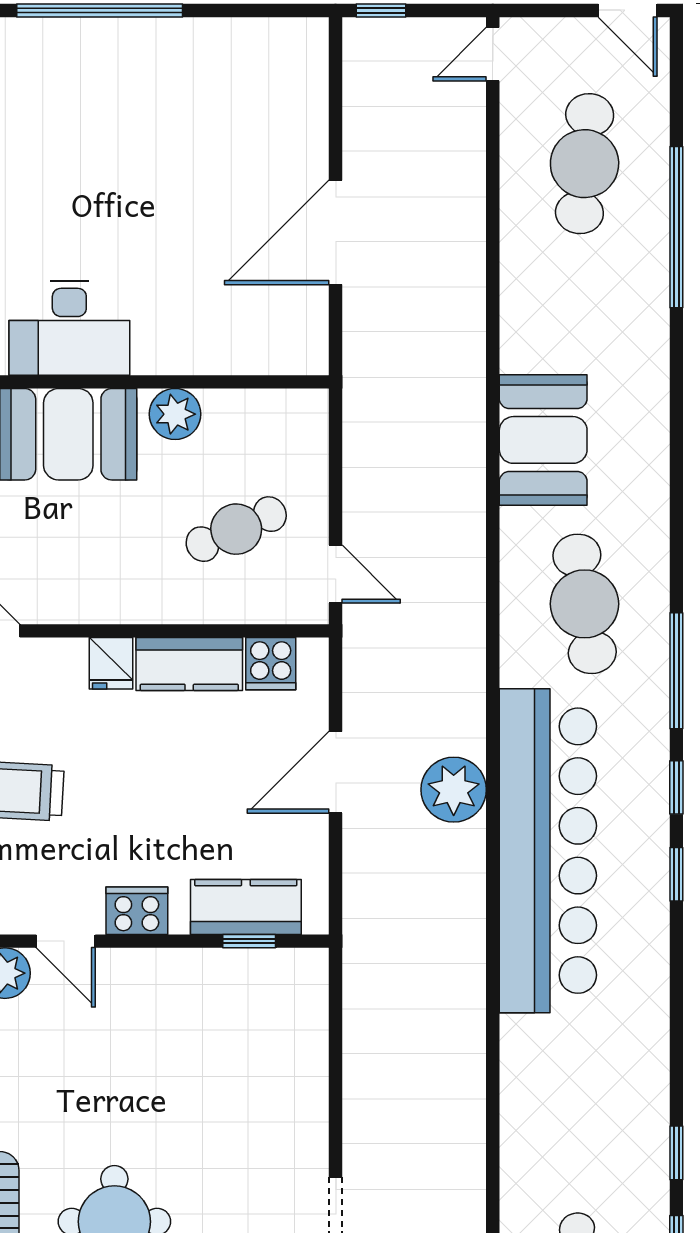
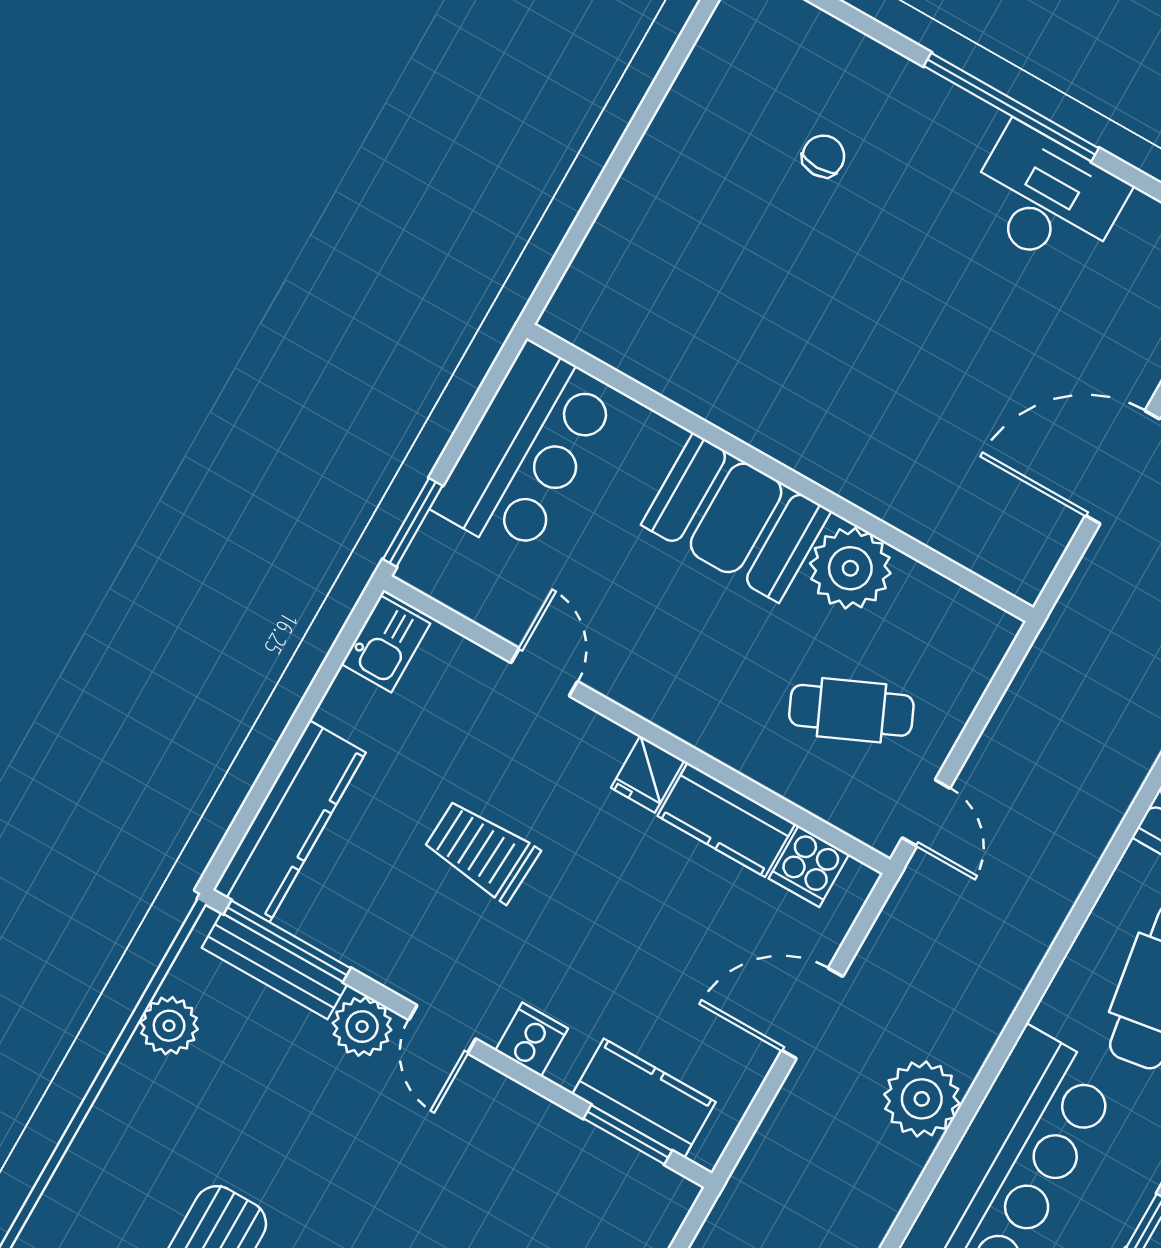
desk: (69, 328) -> (1046, 199), moved, turned 180
plant: (175, 414) -> (850, 568), width x1.36, depth x1.36
cooker: (137, 911) -> (532, 1039), width x0.73
window: (249, 941) -> (628, 1135), width x1.50

